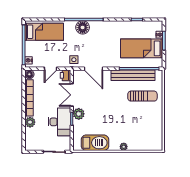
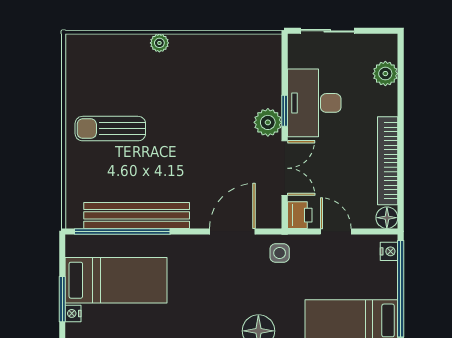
door: (51, 69) -> (336, 231), hinge flipped
door: (93, 69) -> (232, 231), hinge flipped
sun lounger: (142, 96) -> (110, 129), moved
plant: (30, 122) -> (385, 74), moved
barbecue: (95, 143) -> (229, 53), removed

